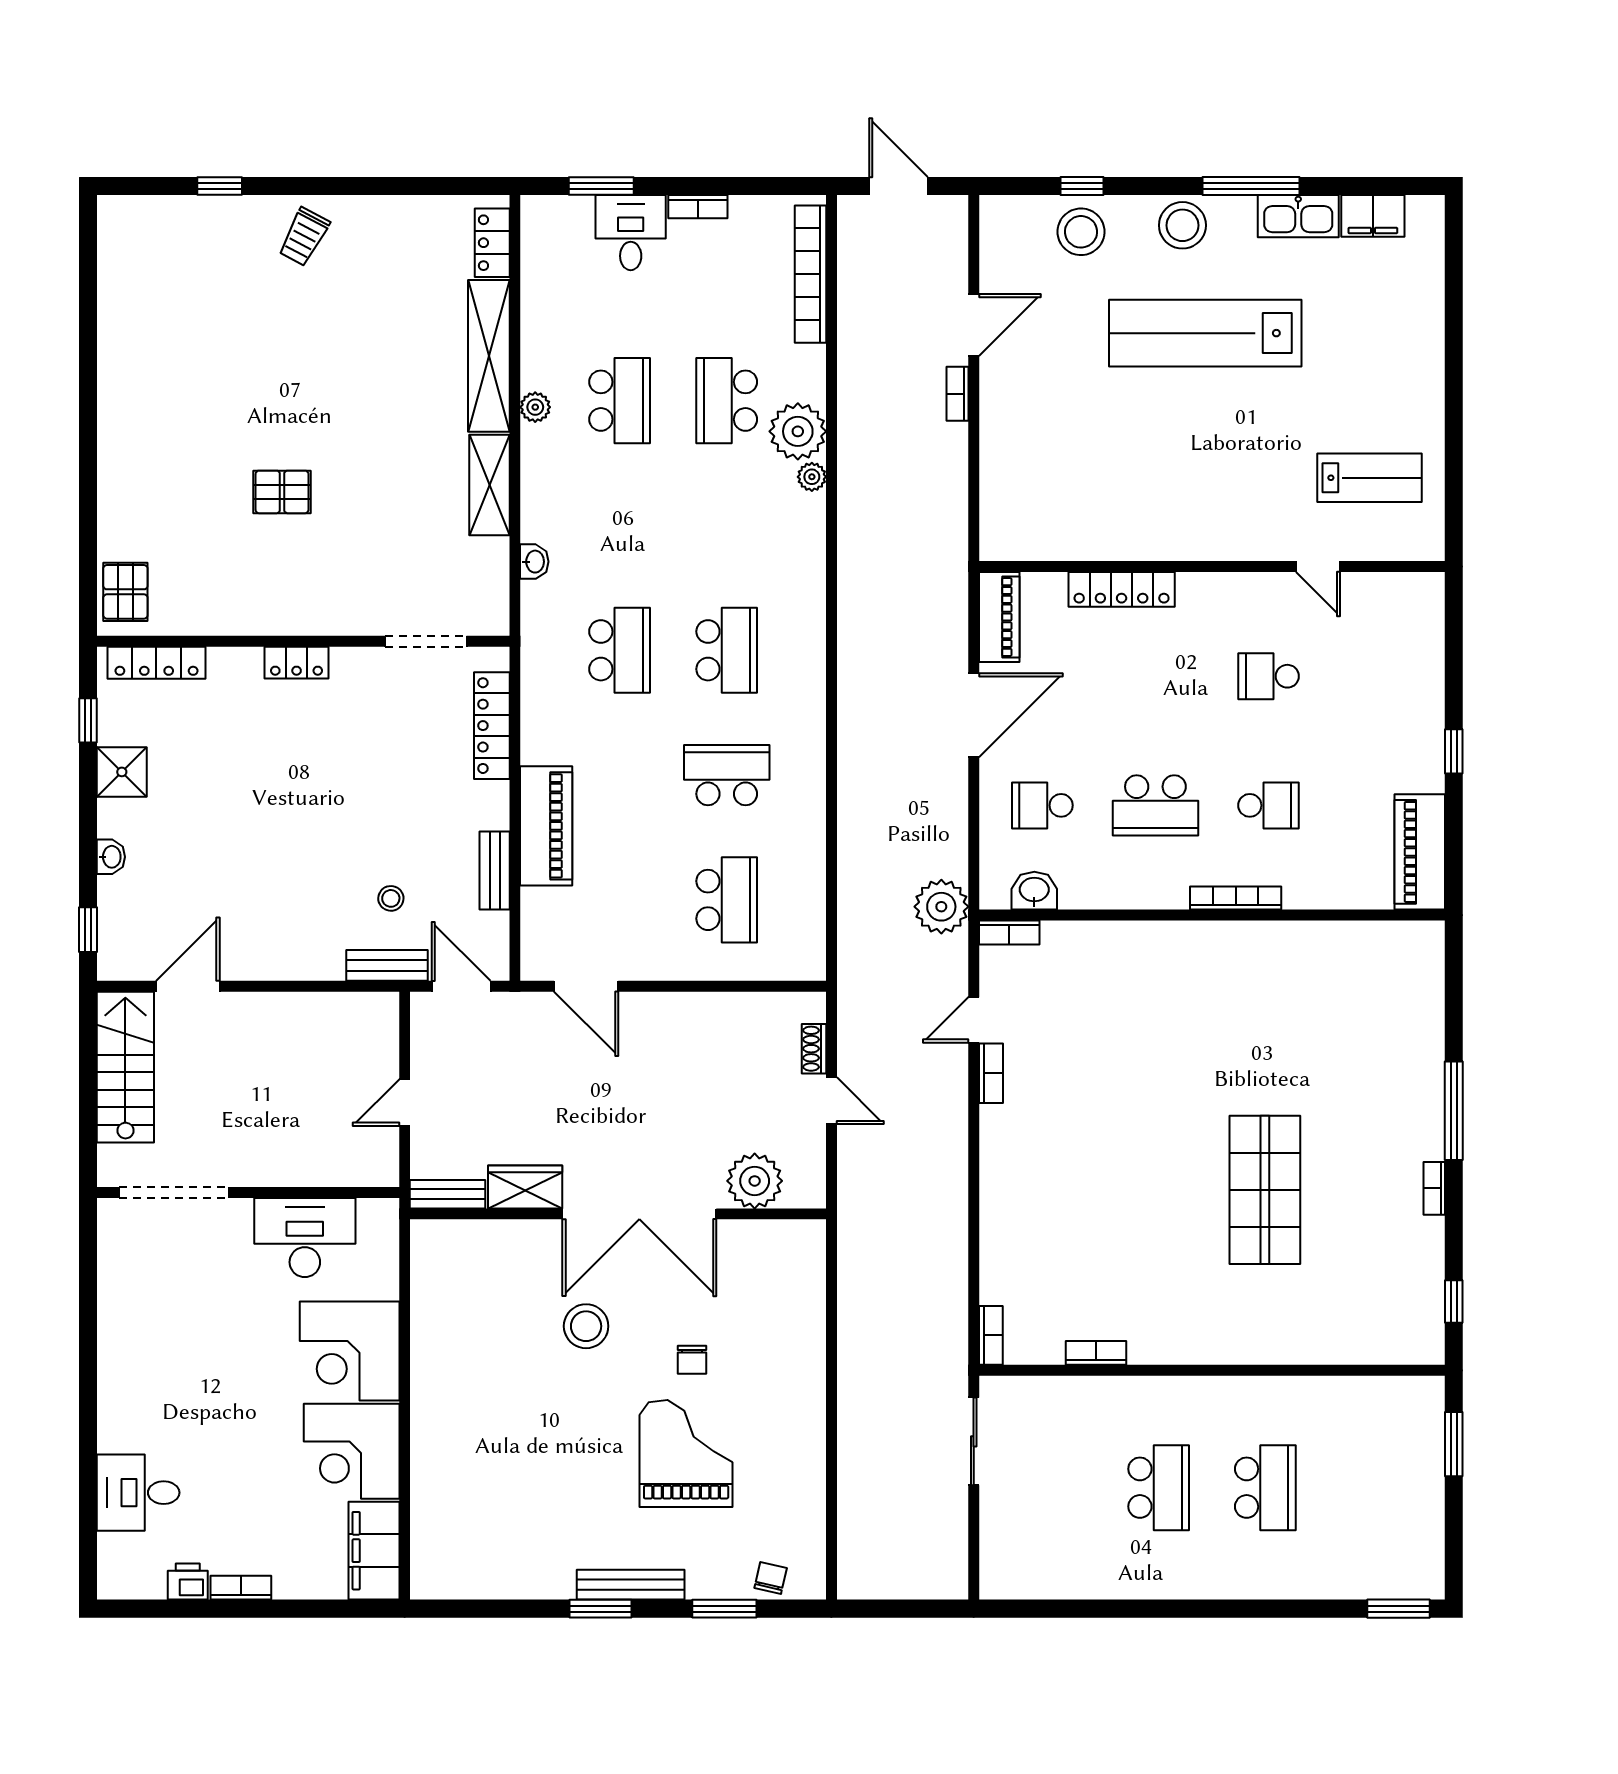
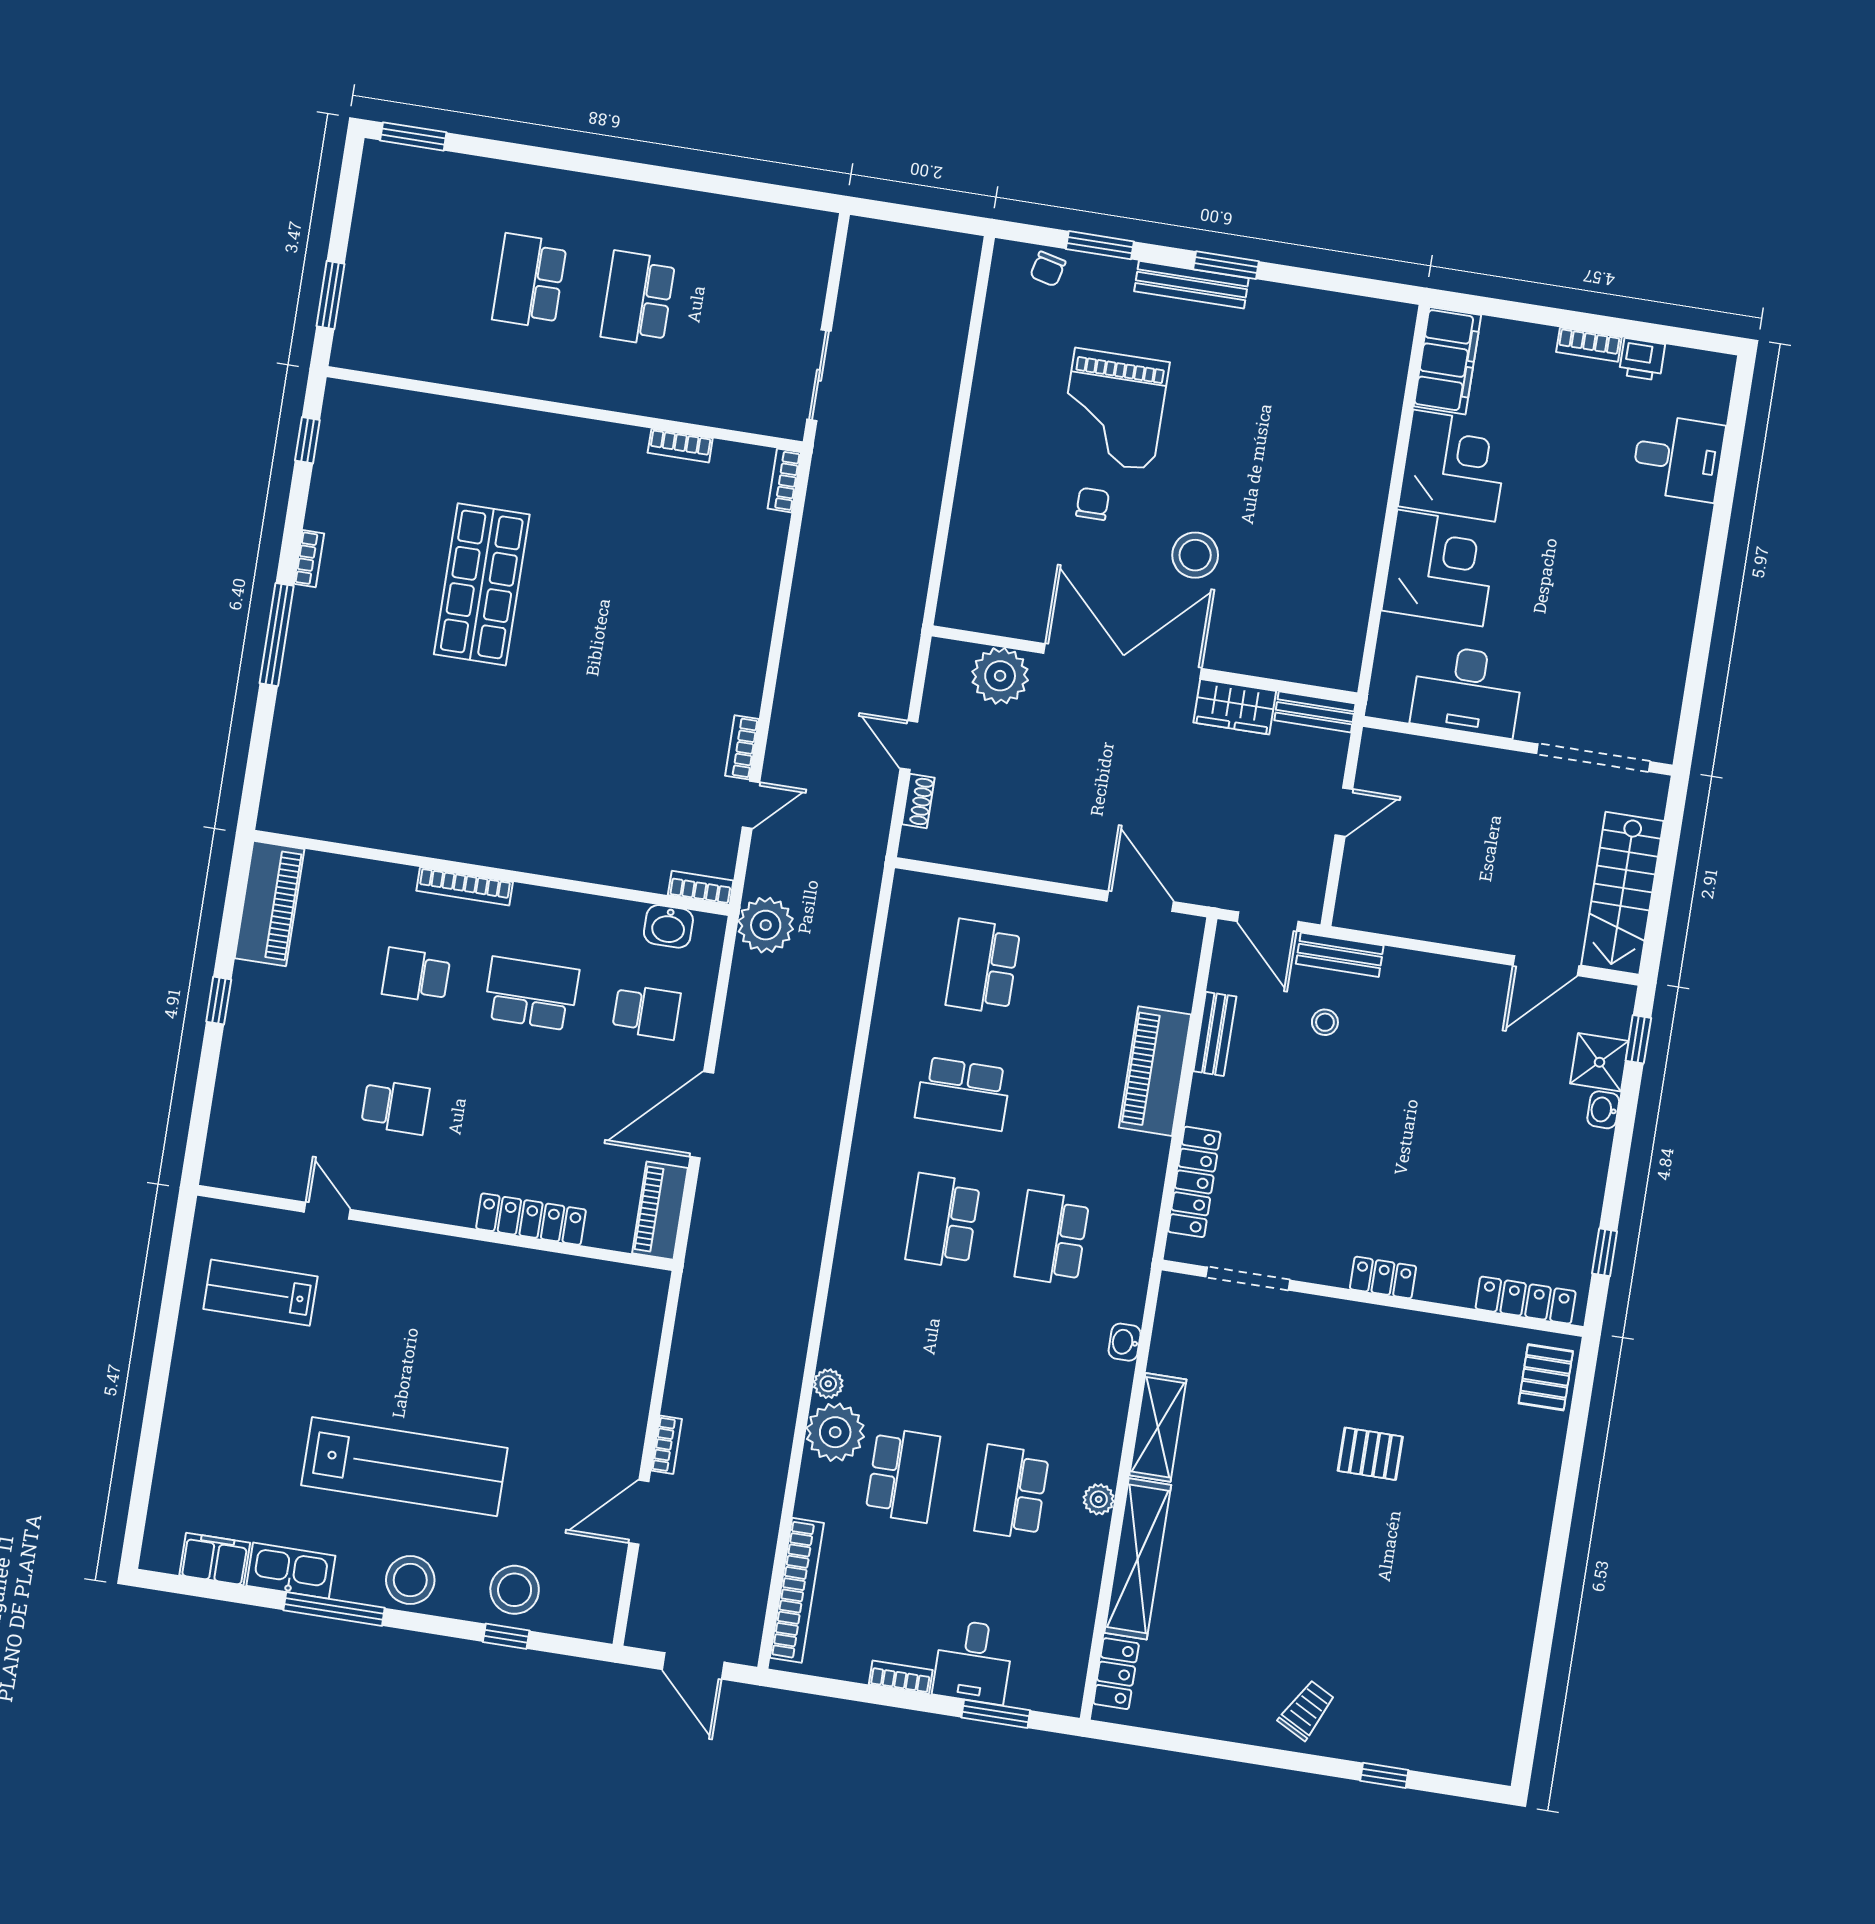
shower: (122, 772) -> (1599, 1062), moved

